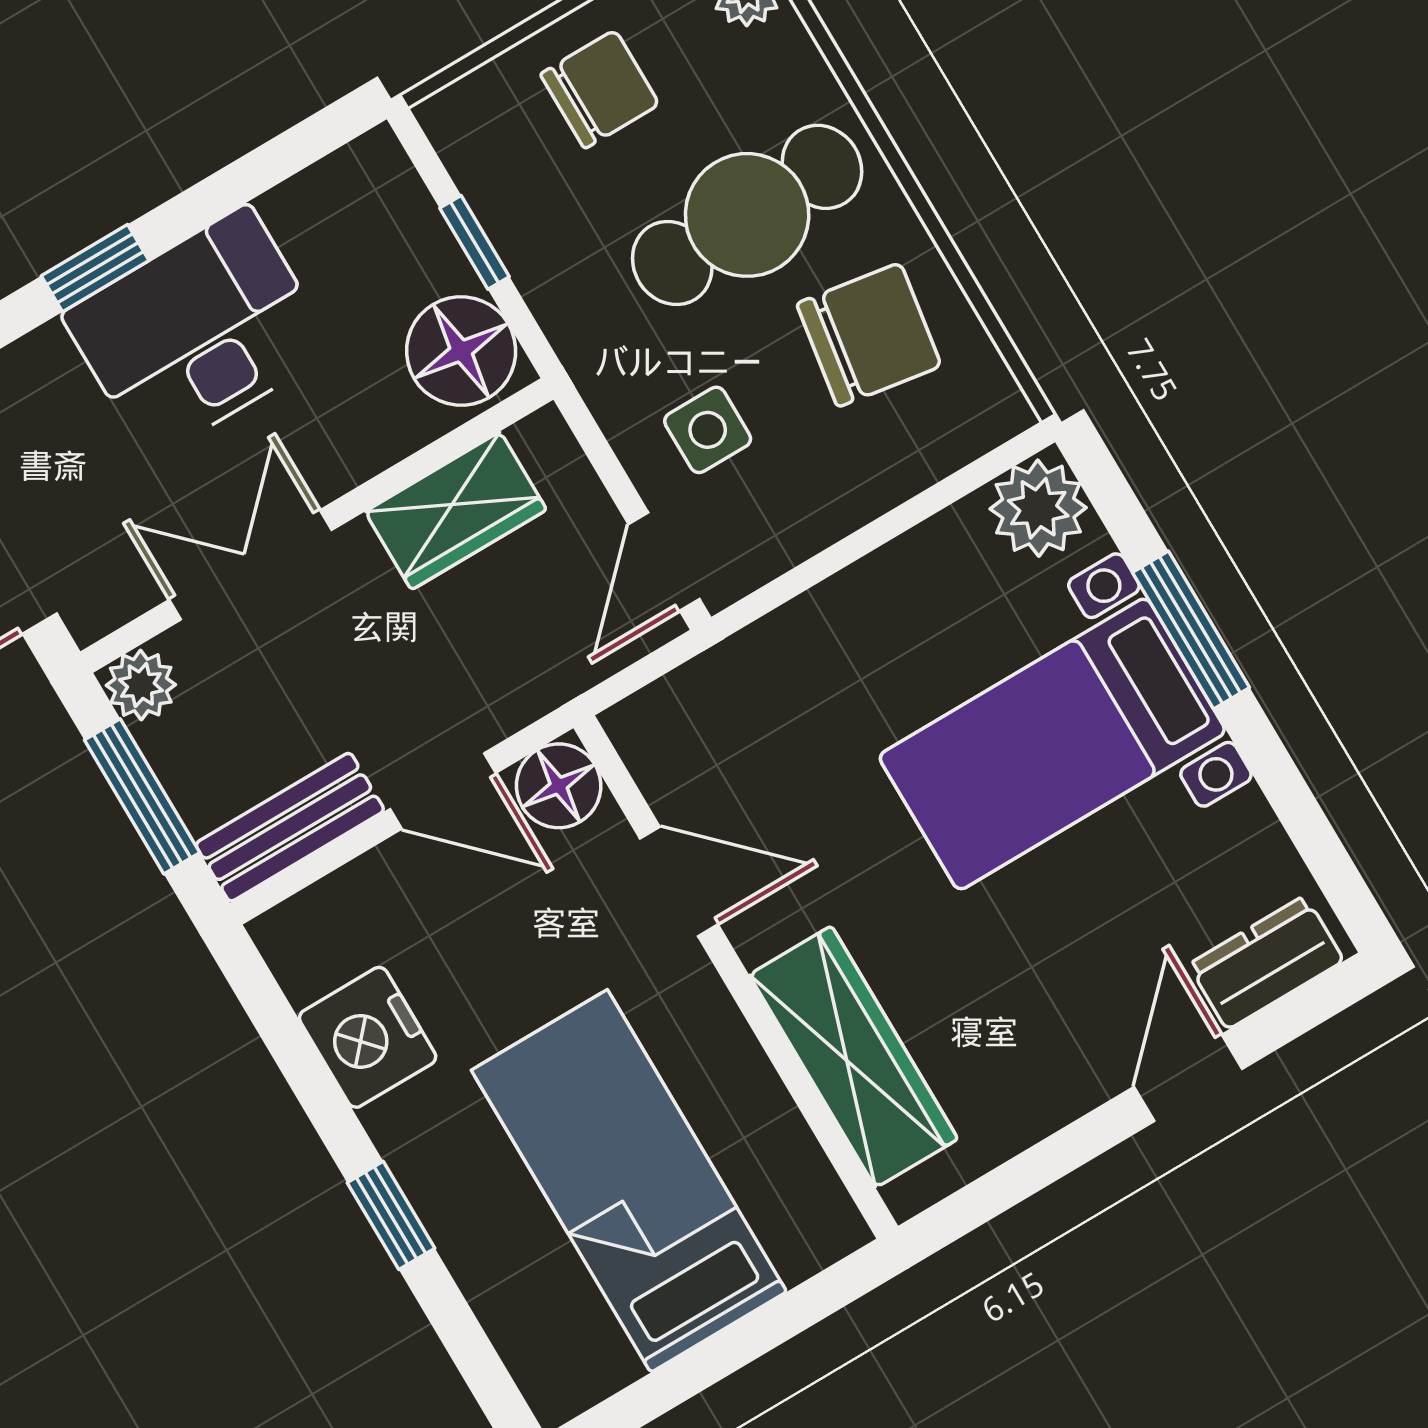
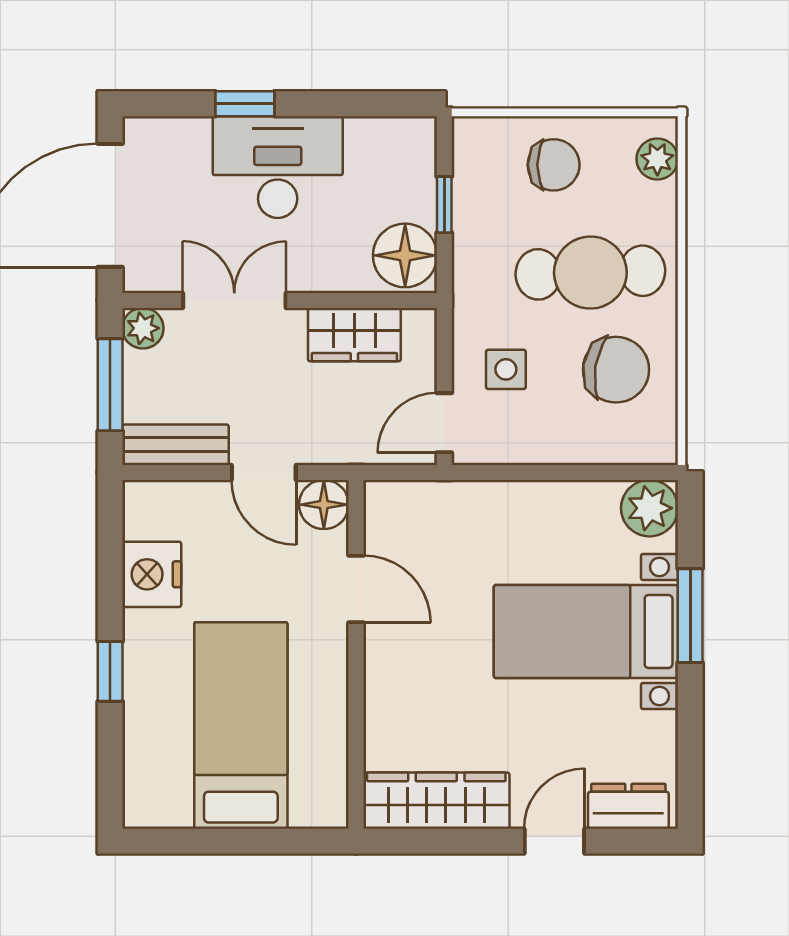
wardrobe: (853, 1057) -> (436, 801), moved, turned -90

